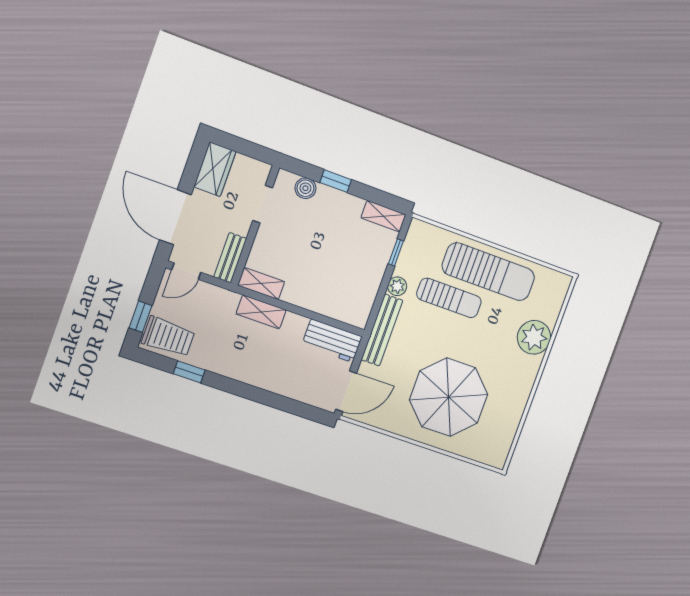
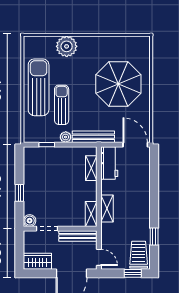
boiler: (305, 188) -> (30, 221), moved
shelving: (383, 216) -> (91, 168), moved
bench: (230, 258) -> (78, 236), width x1.36

